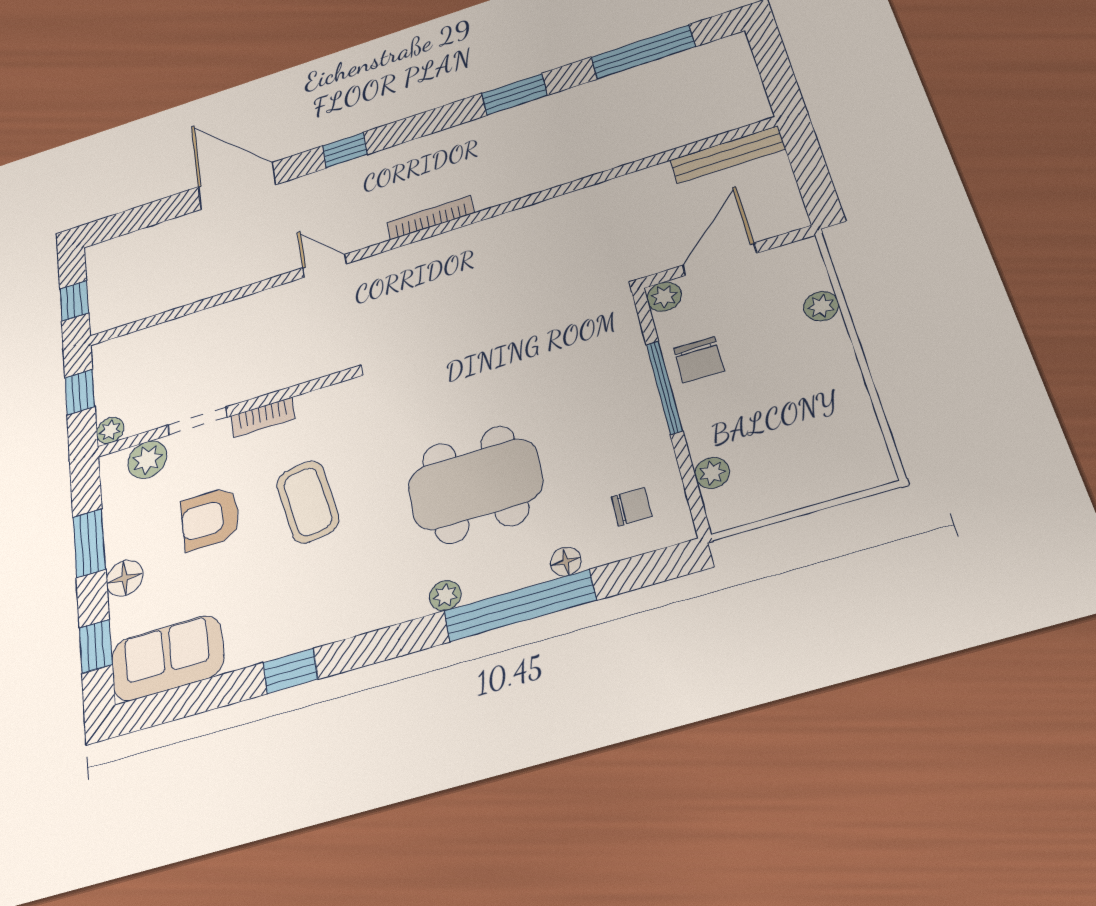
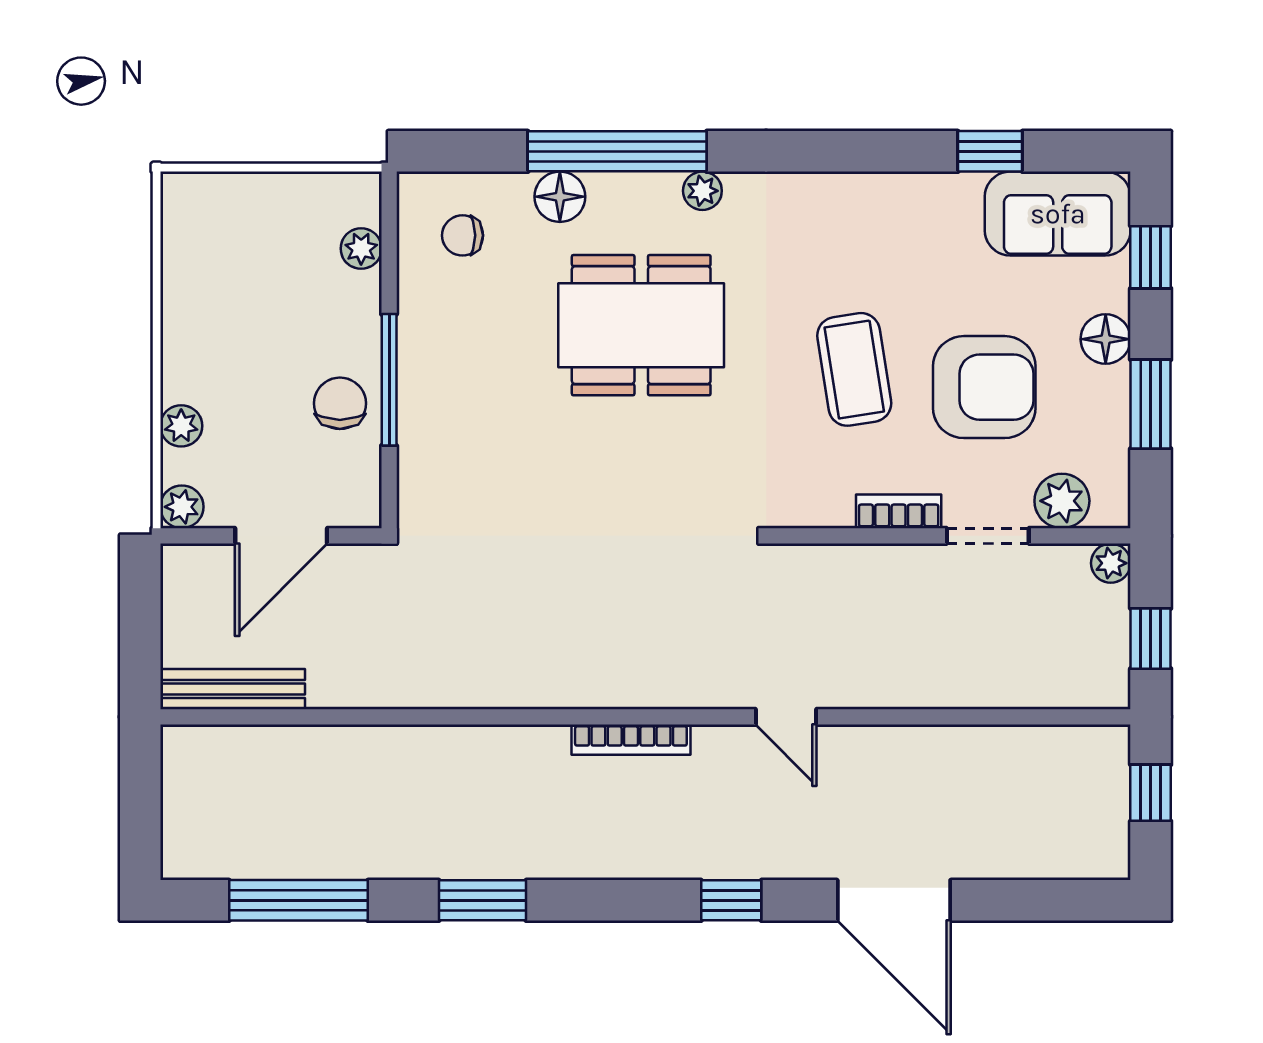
plant: (664, 297) -> (182, 507), moved
armchair: (210, 518) -> (984, 387), width x1.36, depth x1.36
floor lamp: (566, 562) -> (560, 197), width x1.37, depth x1.37
window: (290, 671) -> (990, 151), moved

